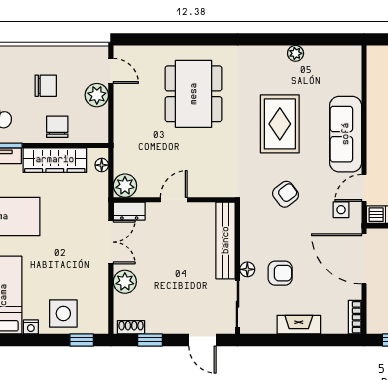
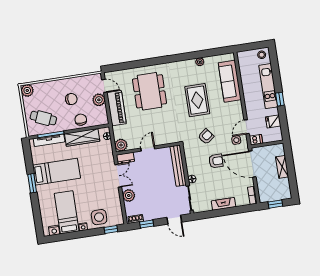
piano: (127, 116) -> (116, 108), added
sofa: (346, 134) -> (230, 81), moved
armchair: (280, 273) -> (216, 161), moved

